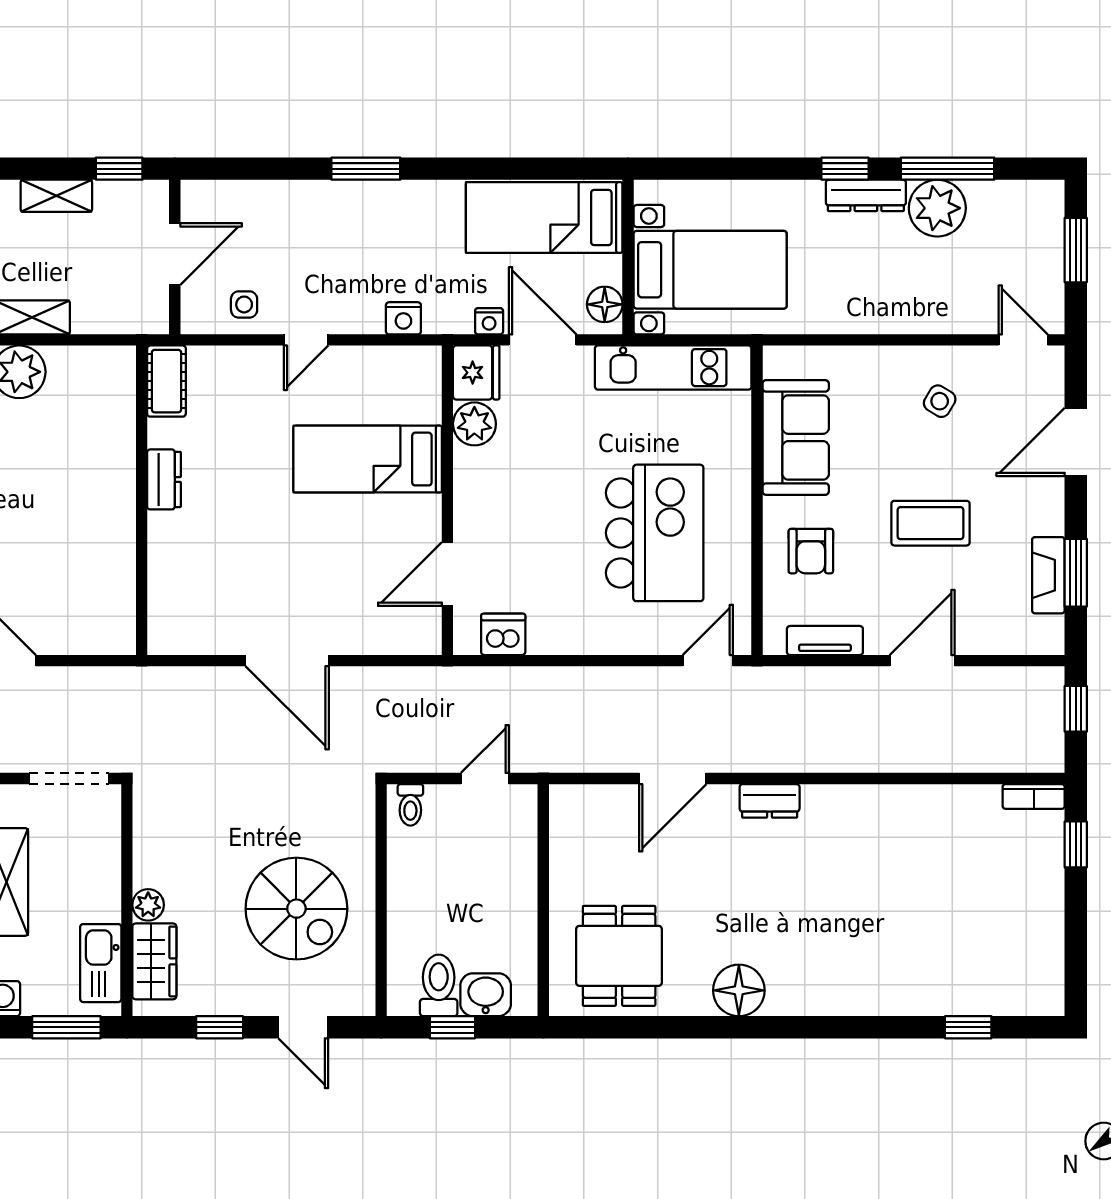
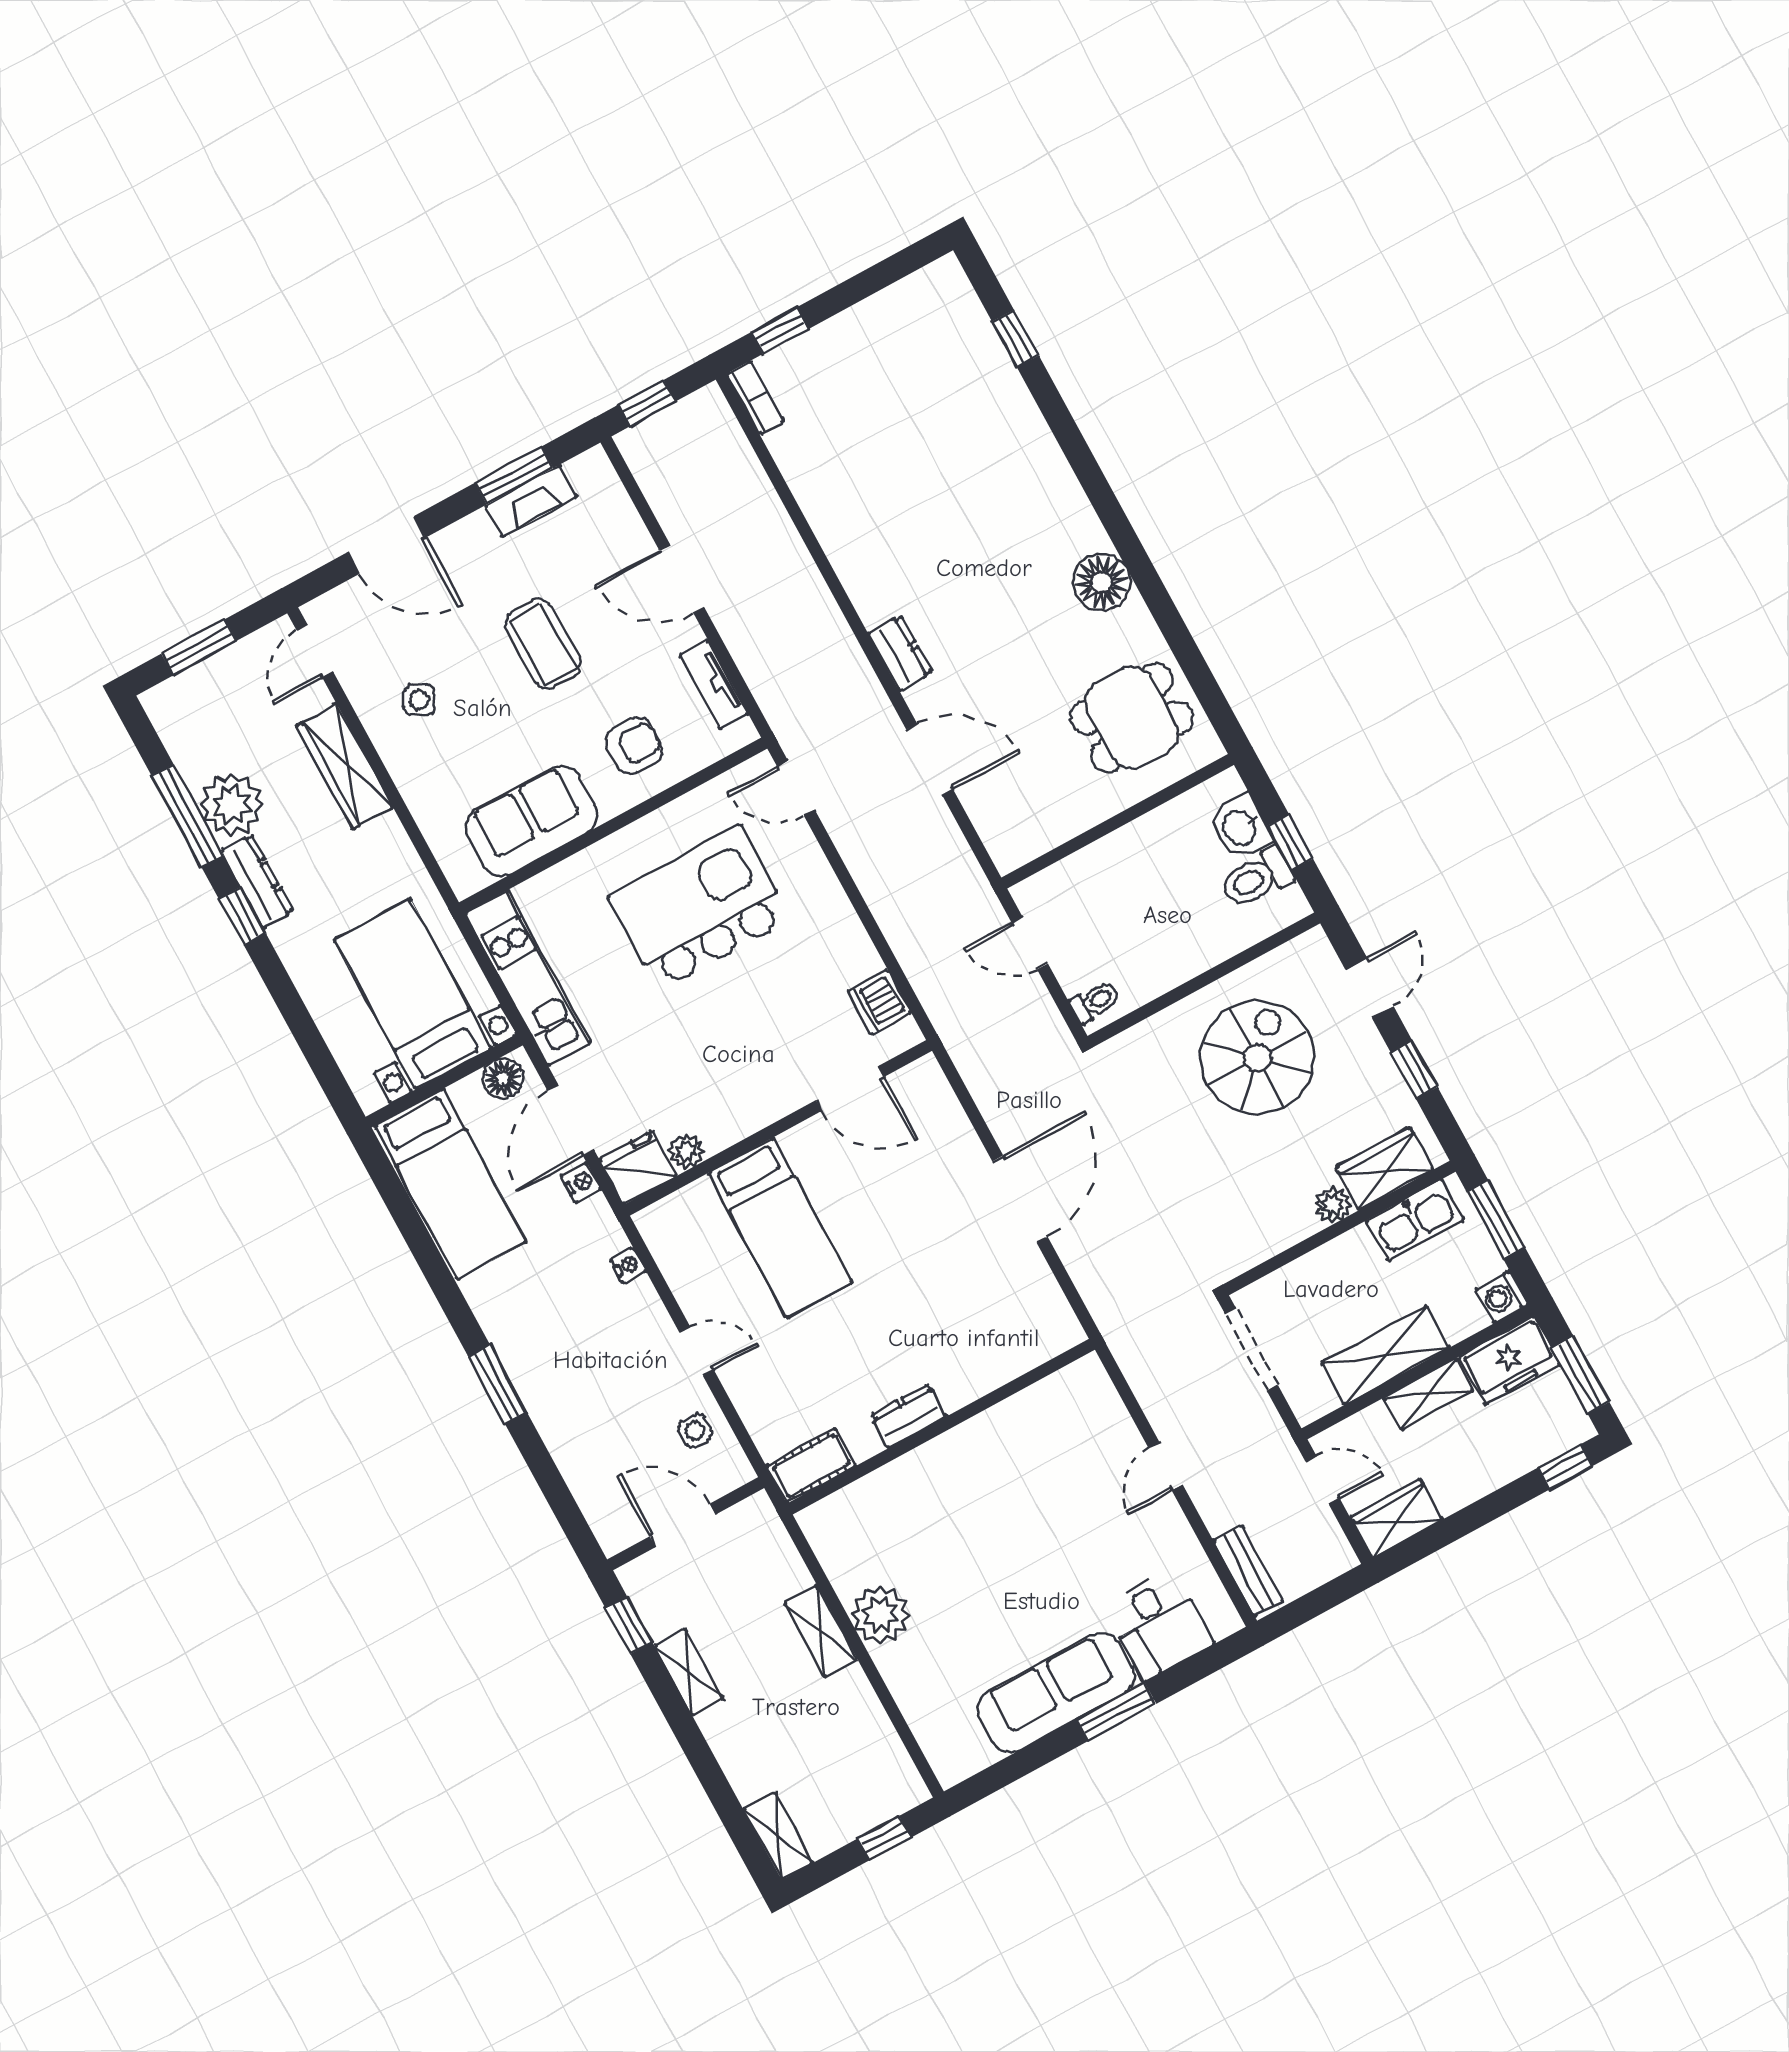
wardrobe: (919, 314) -> (345, 766), added
nightstand: (403, 318) -> (628, 1266), width x0.72, depth x0.74
plant: (474, 424) -> (686, 1151), width x0.73, depth x0.73

